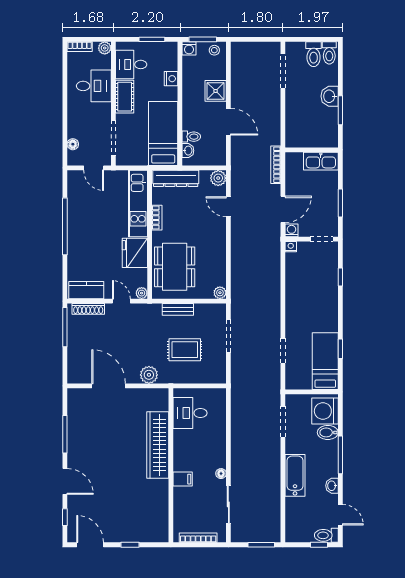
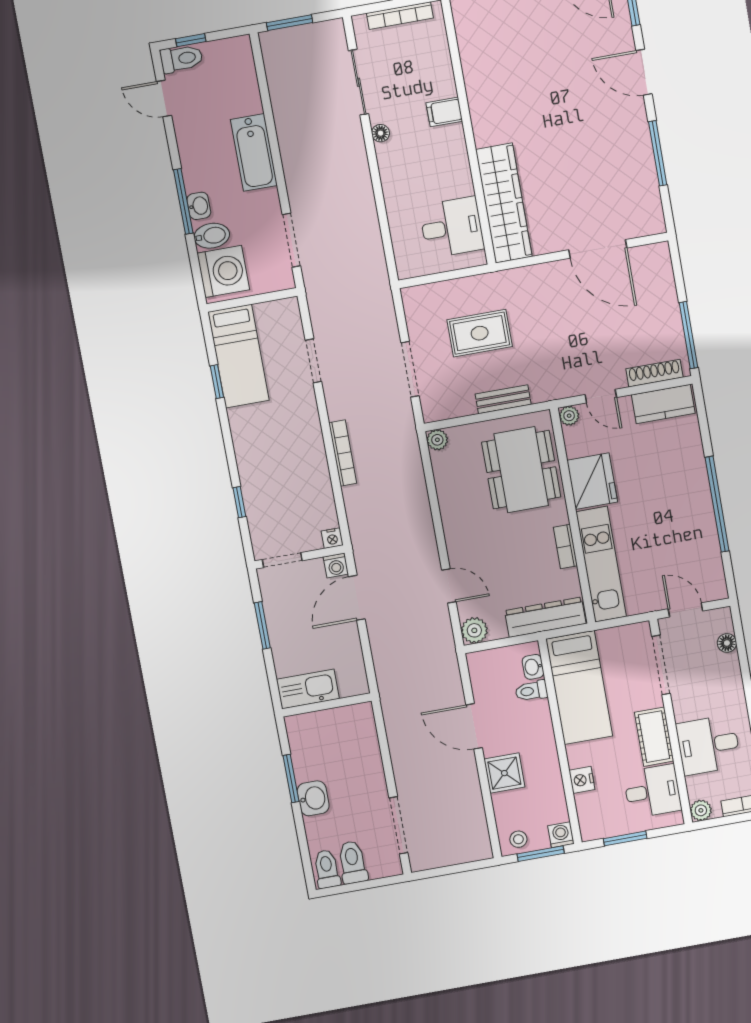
bookcase: (276, 165) -> (343, 453), moved
plant: (149, 375) -> (533, 280), removed
wardrobe: (158, 445) -> (504, 203), moved
washbasin: (332, 486) -> (199, 206), moved

